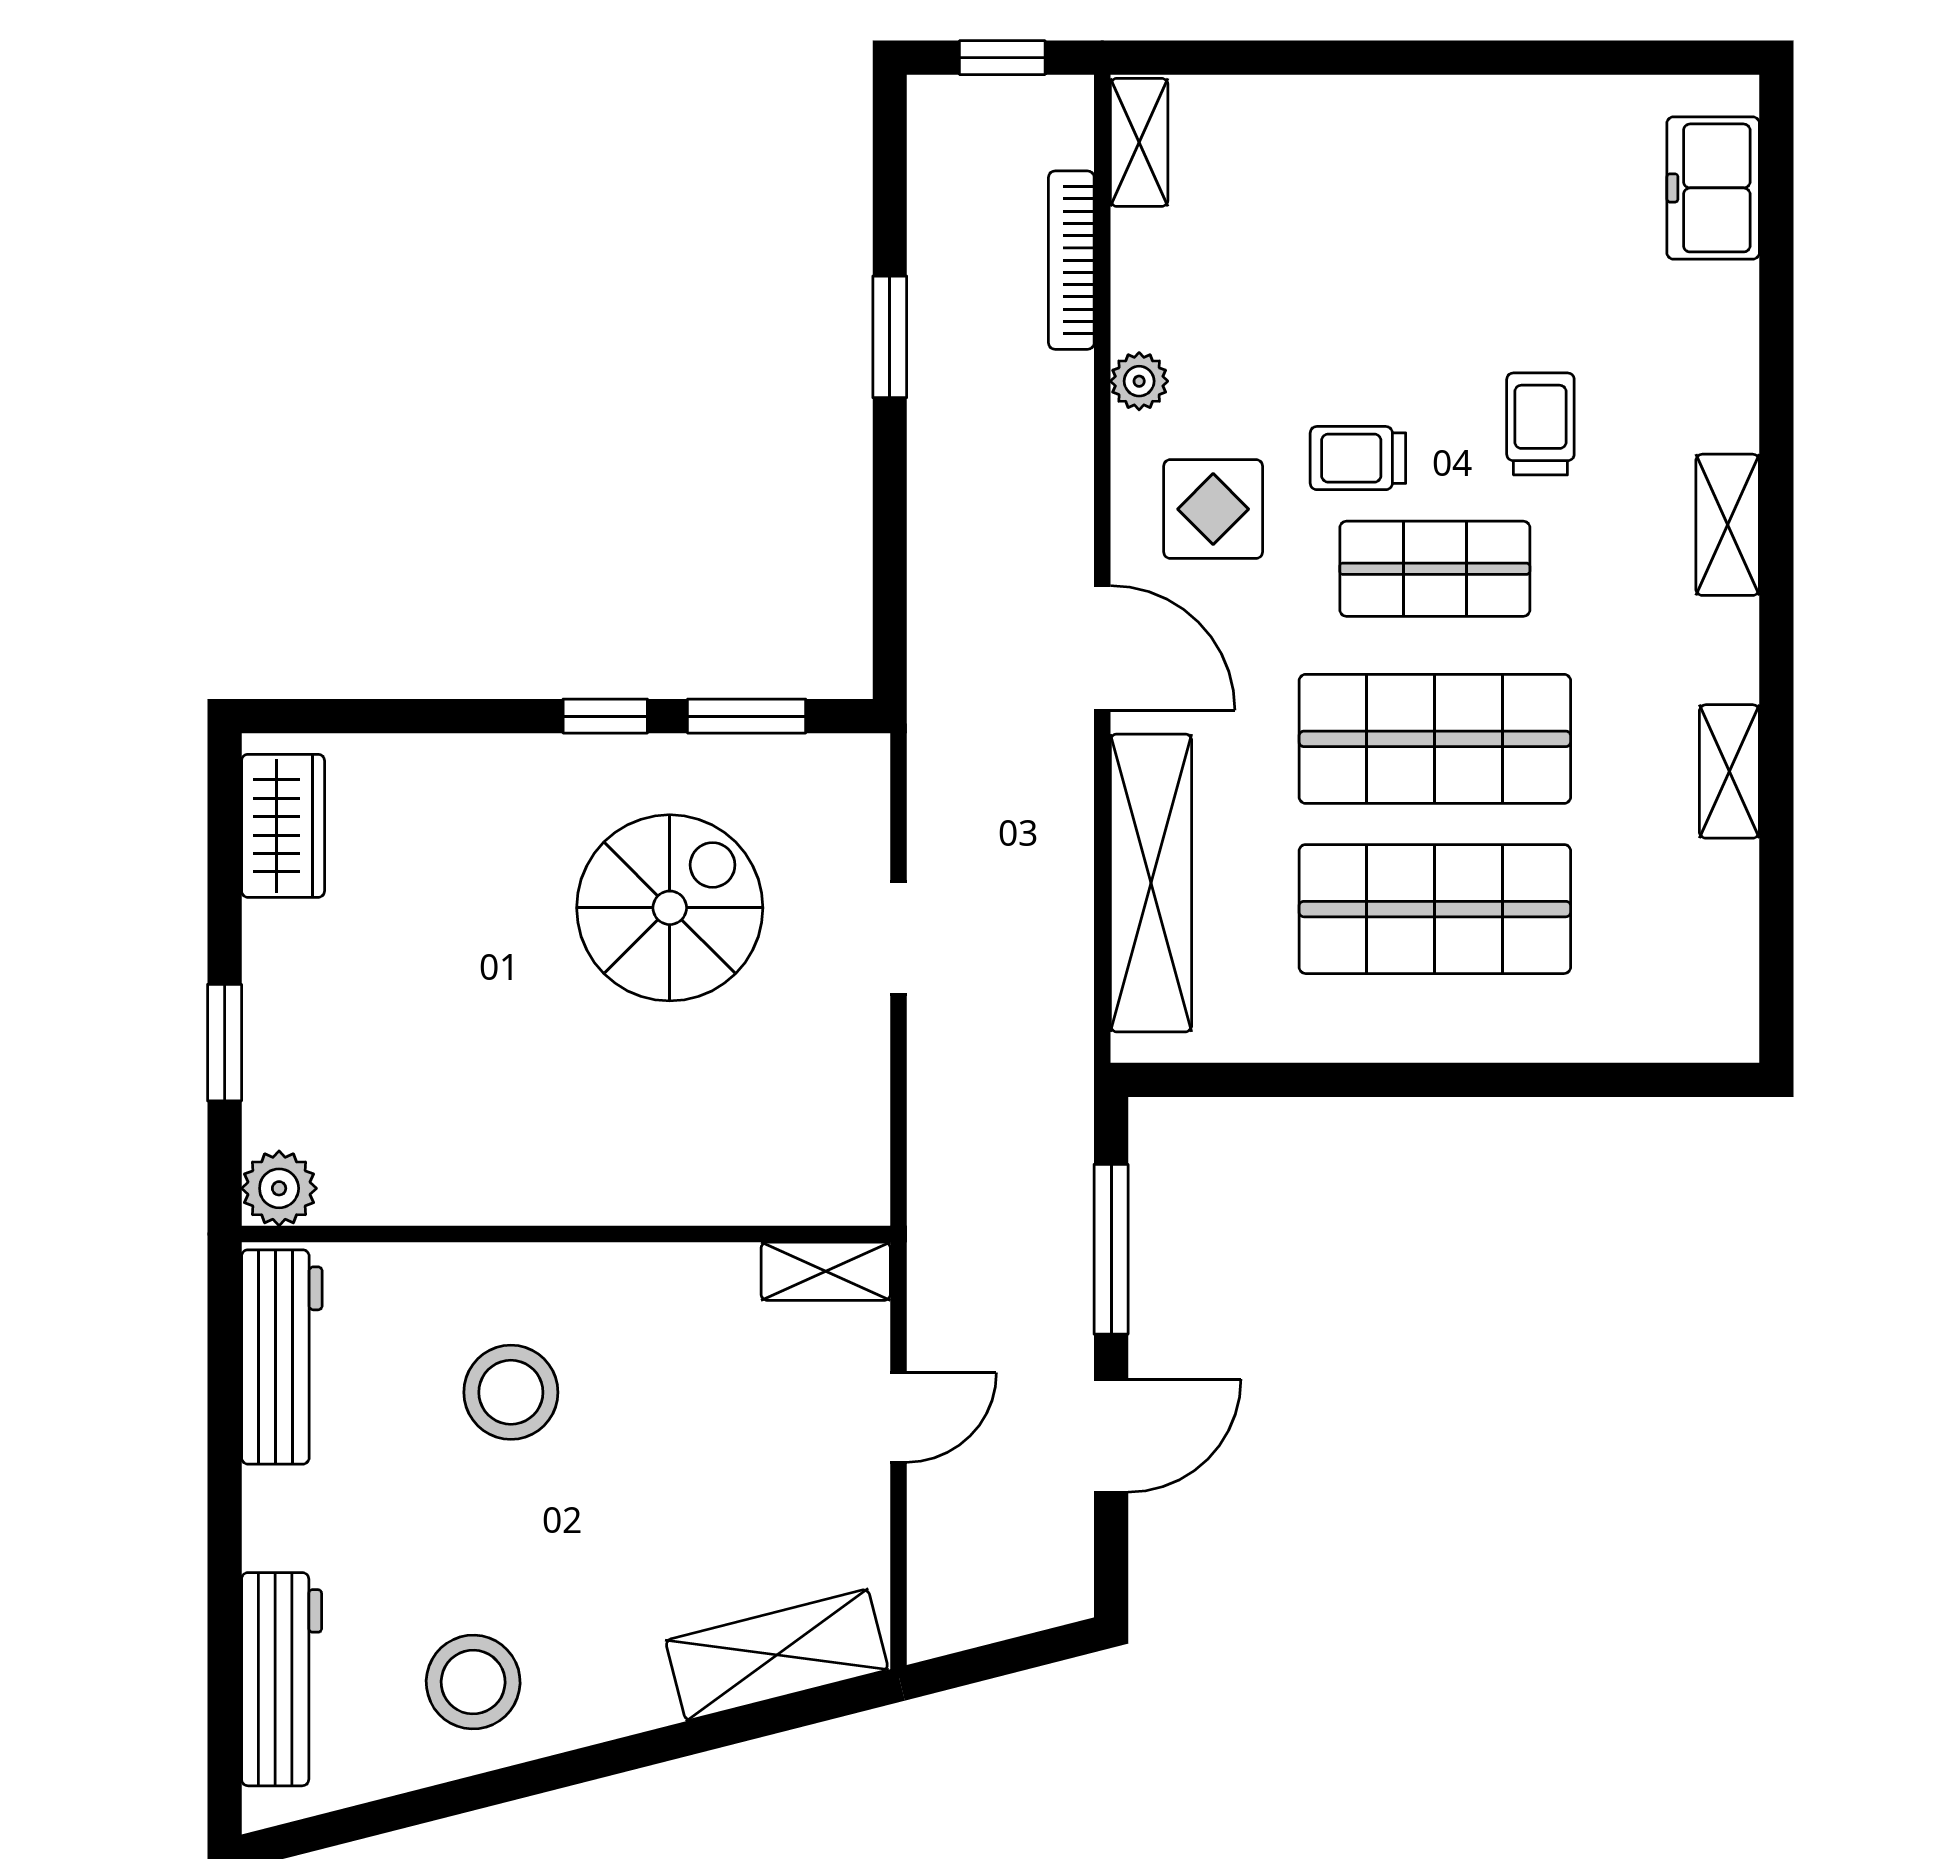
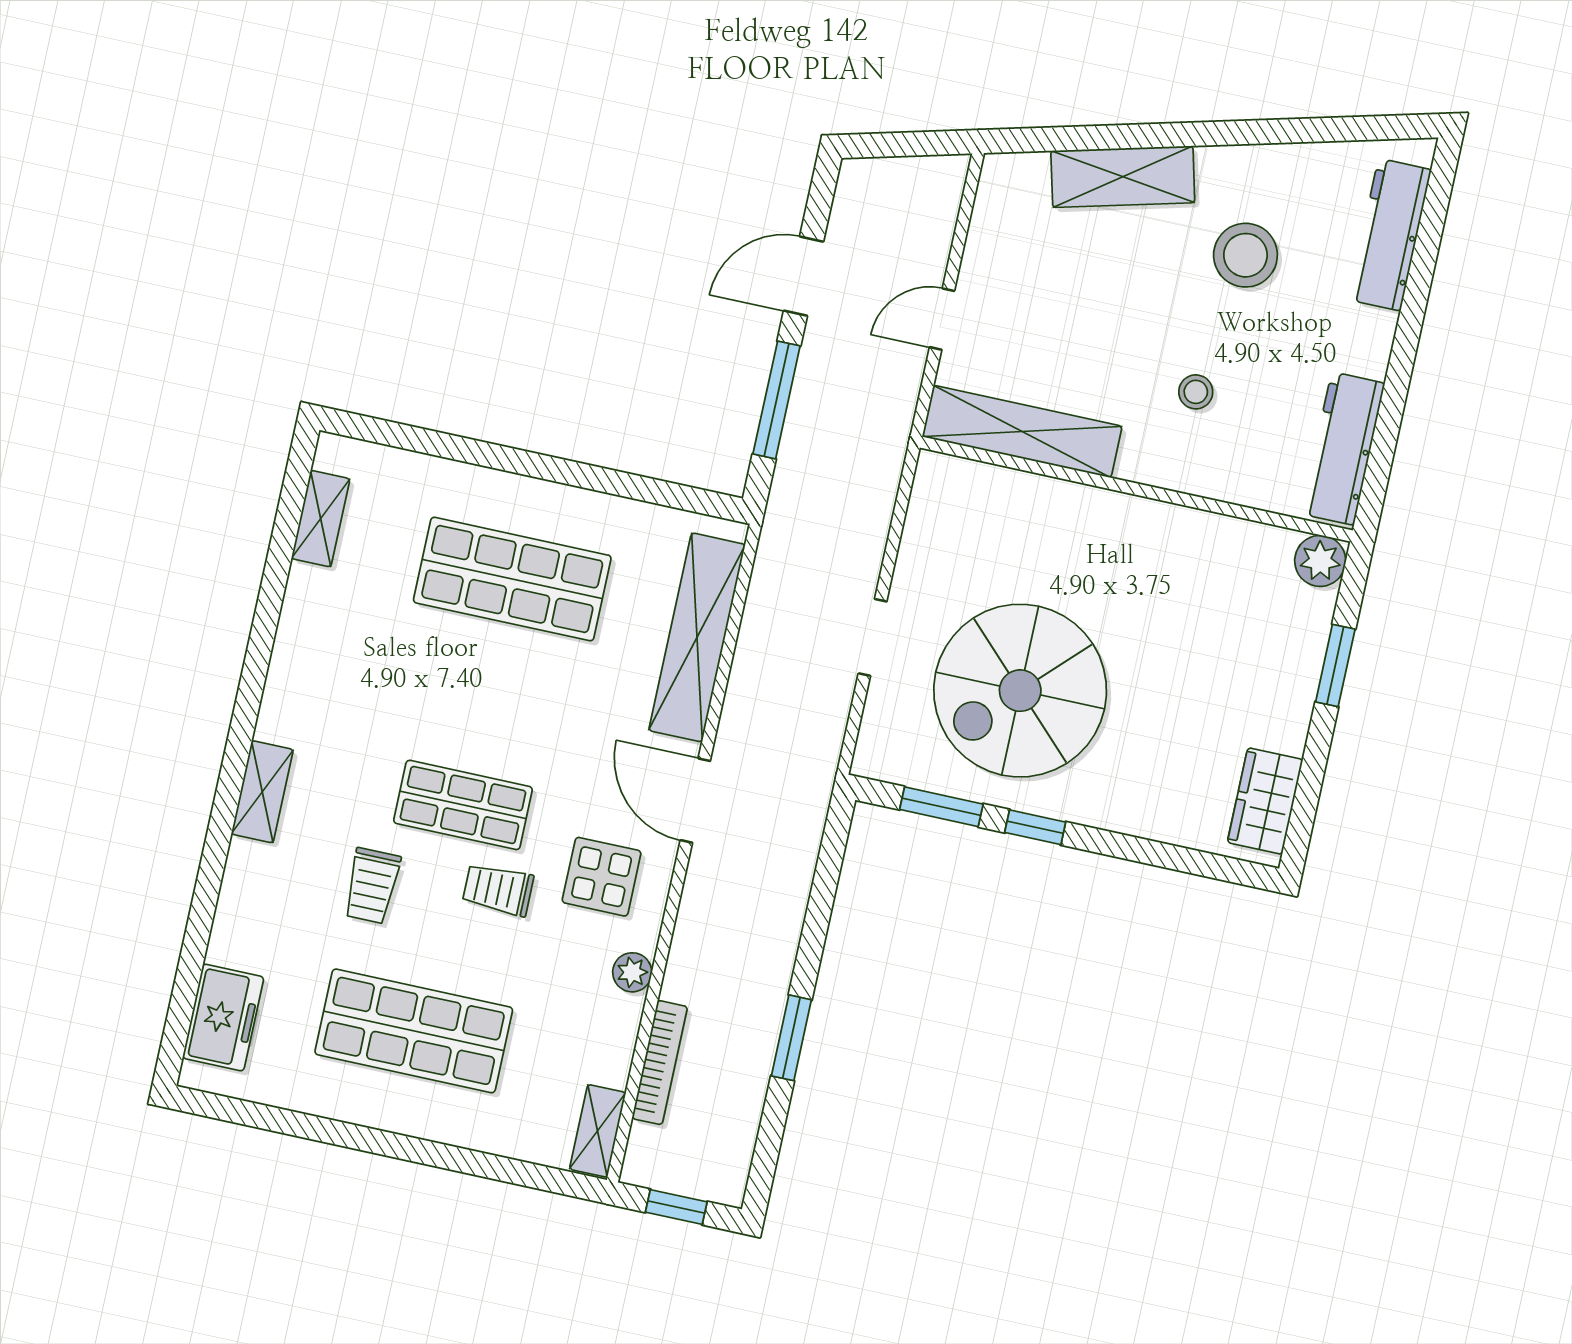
trolley: (1358, 458) -> (498, 890), turned 180
shop shelf: (1435, 739) -> (414, 1031), moved
shelving: (1729, 771) -> (321, 519), moved
spiral stairs: (670, 908) -> (1020, 691), width x1.37, depth x1.37
shelving: (826, 1271) -> (1022, 431), width x2.20, depth x1.33
stool: (511, 1392) -> (1196, 392), width x0.53, depth x0.53
shelving: (777, 1655) -> (1123, 177), moved
stool: (473, 1682) -> (1245, 255), moved

